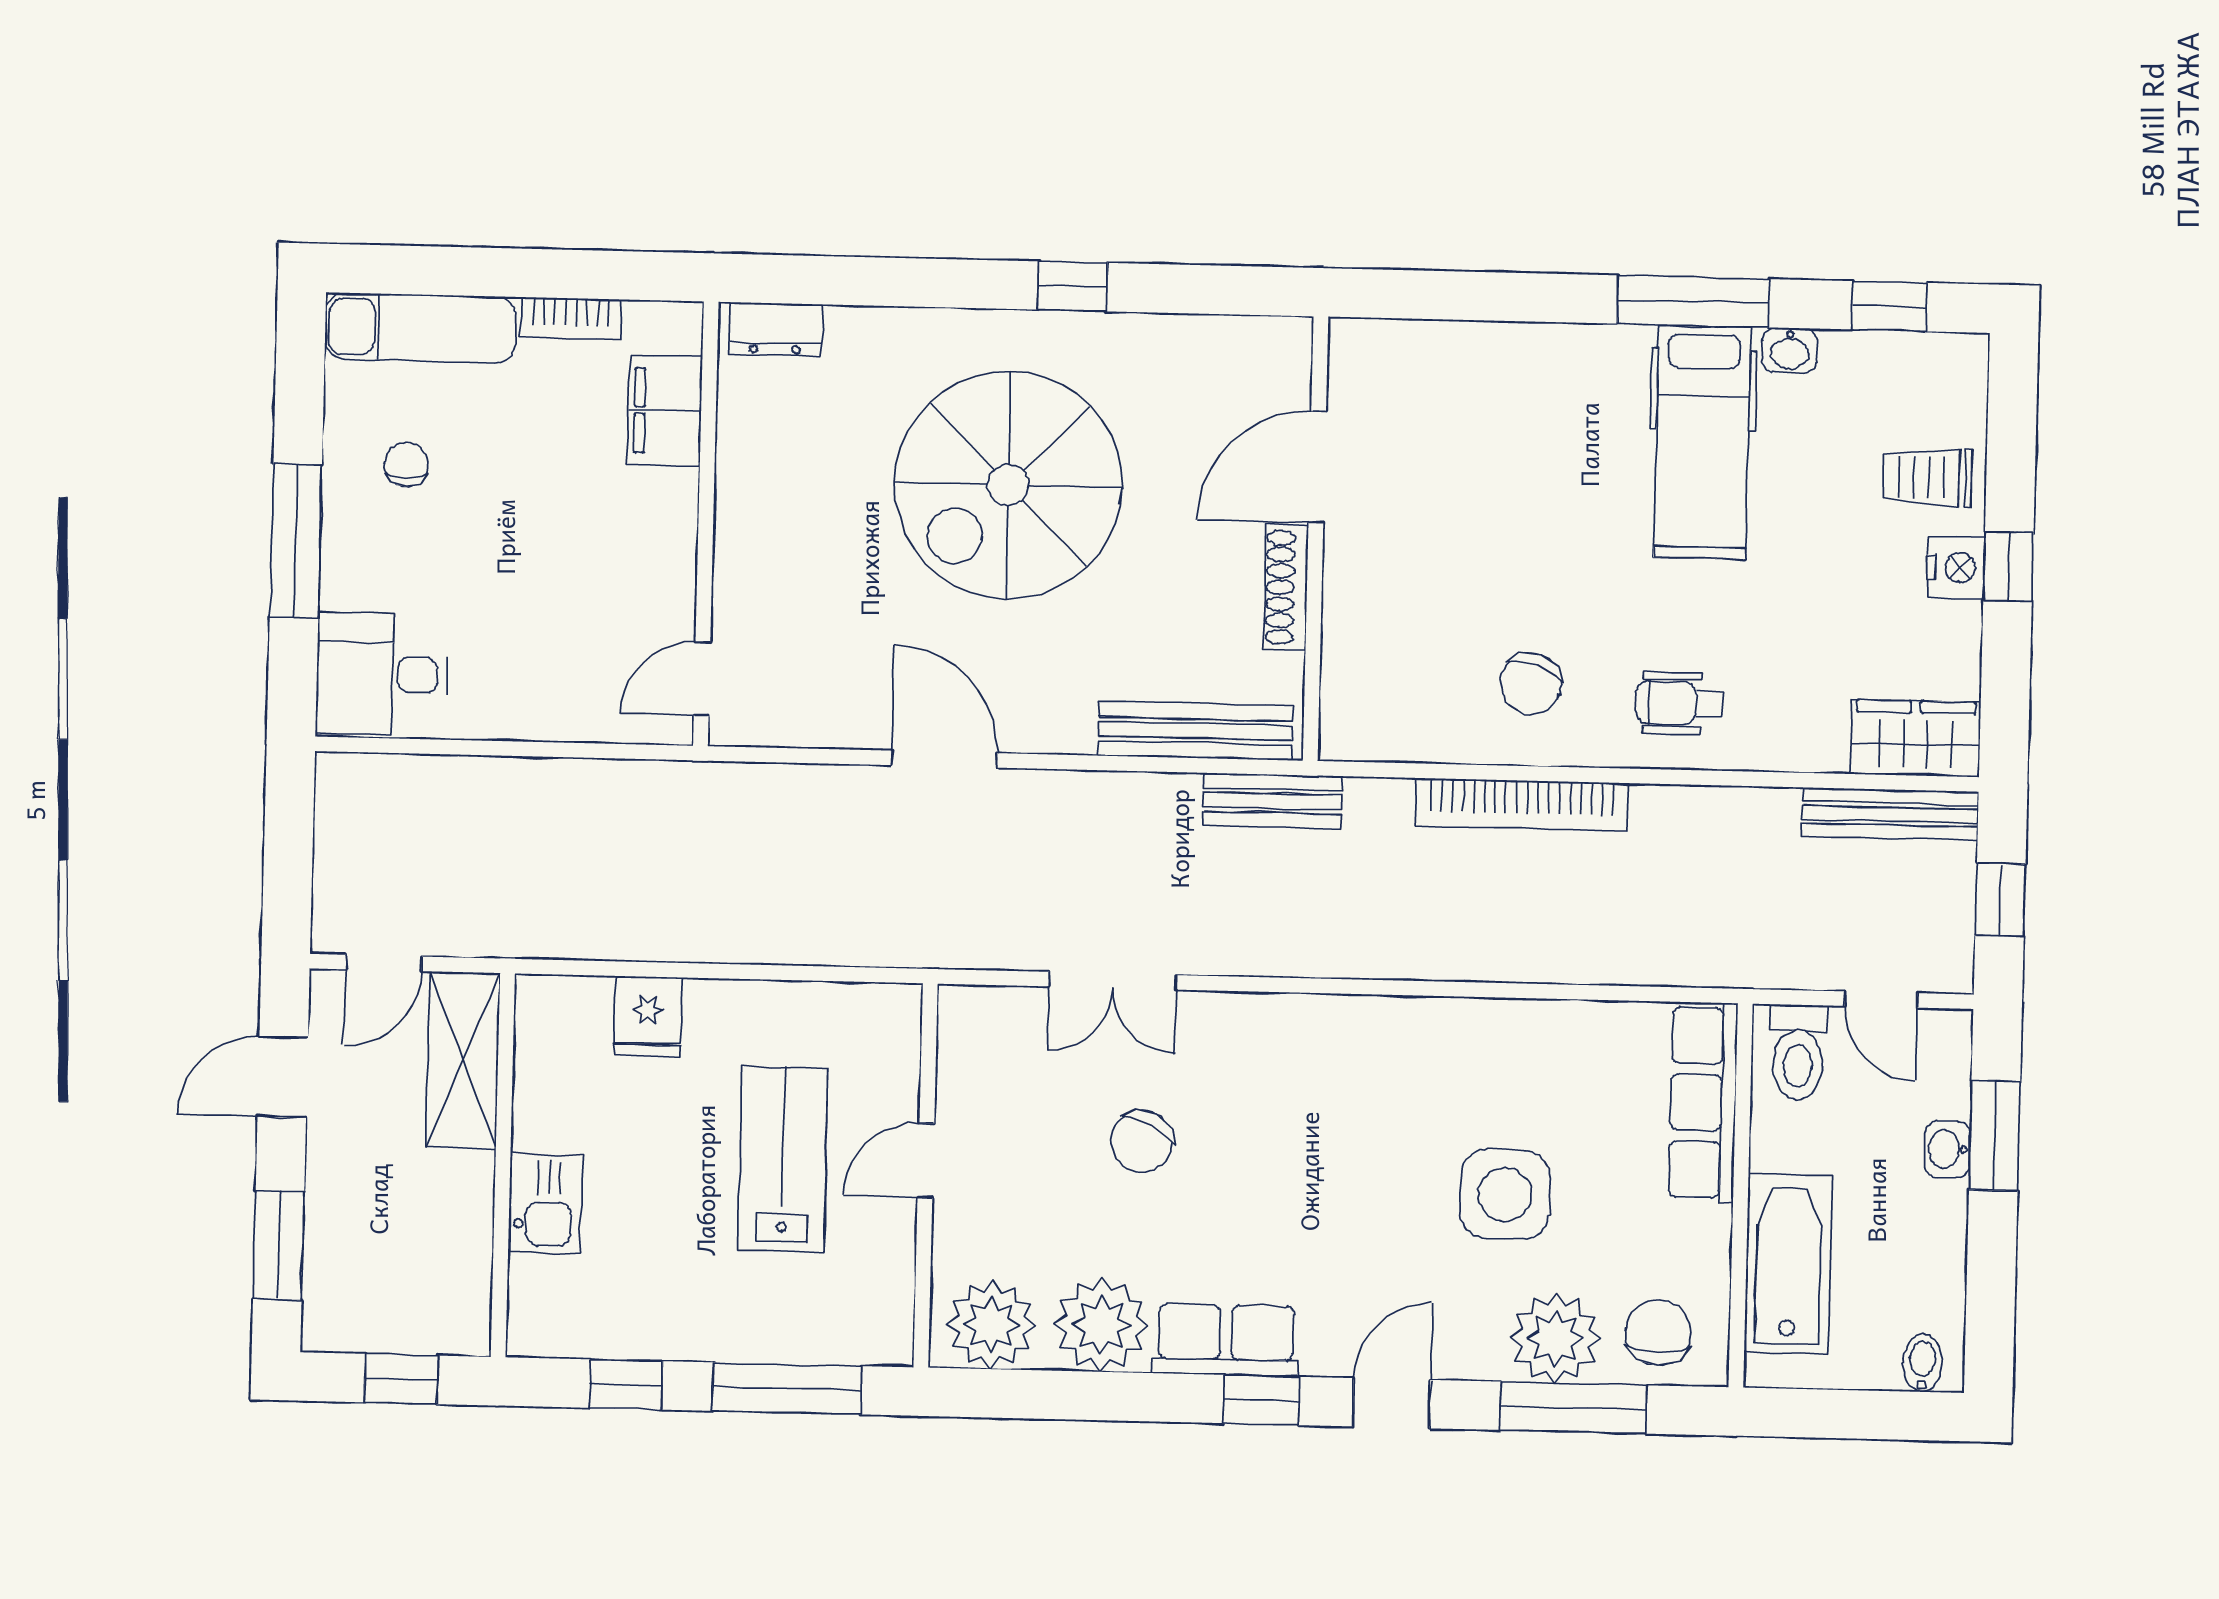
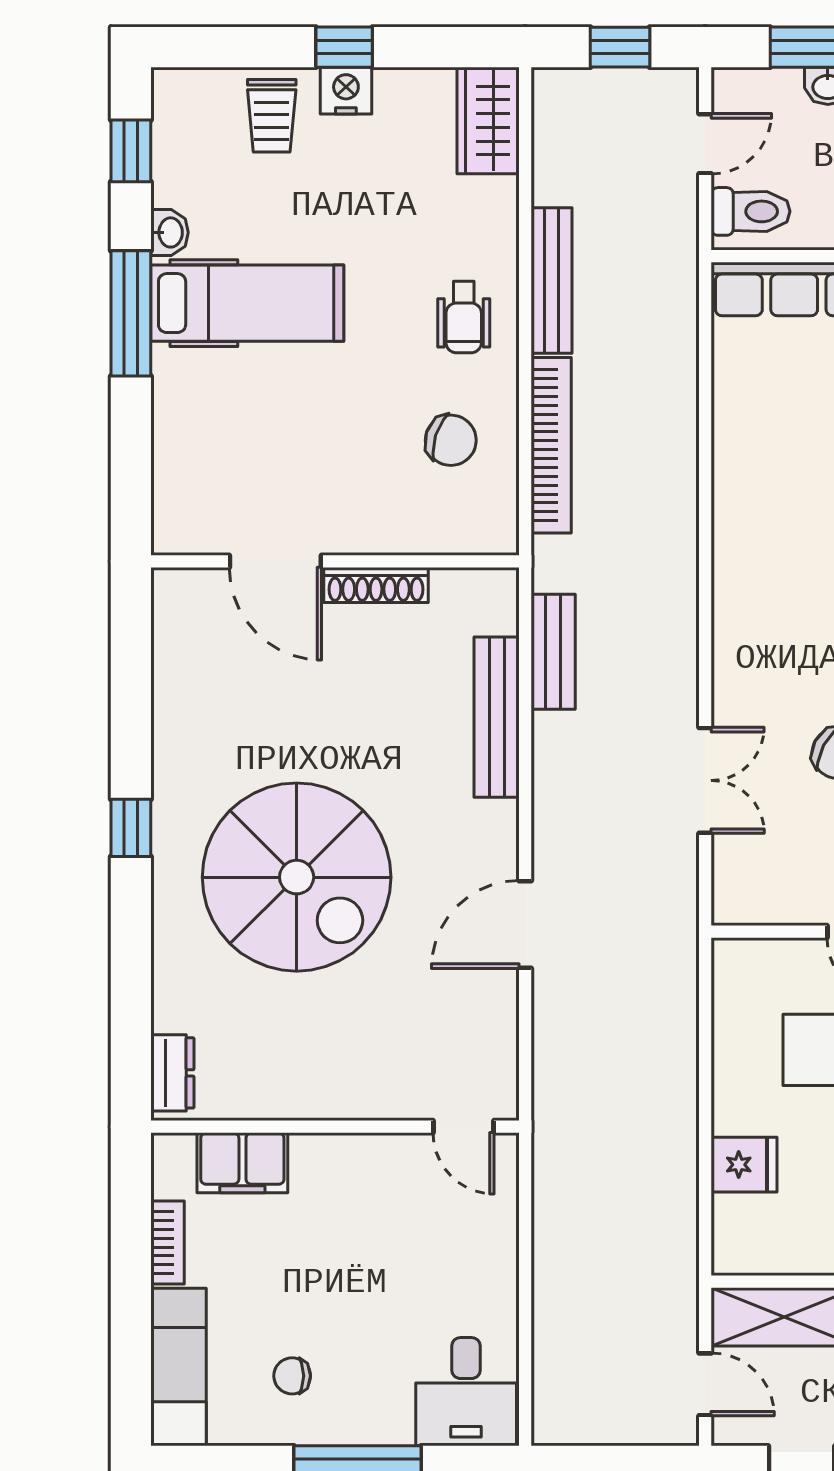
door: (1317, 467) -> (275, 561), moved
wall: (1316, 539) -> (335, 561), moved
shoe rack: (1286, 587) -> (376, 585), moved
bench: (1890, 814) -> (551, 281), moved

